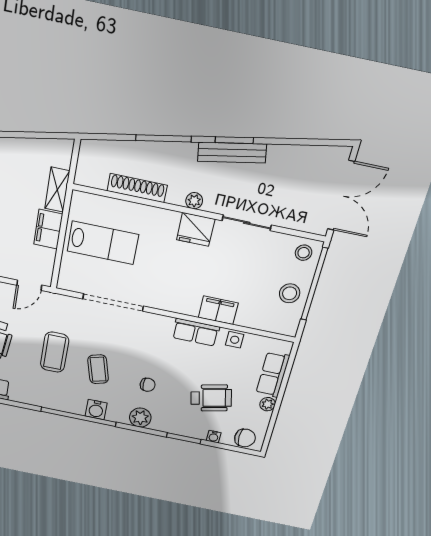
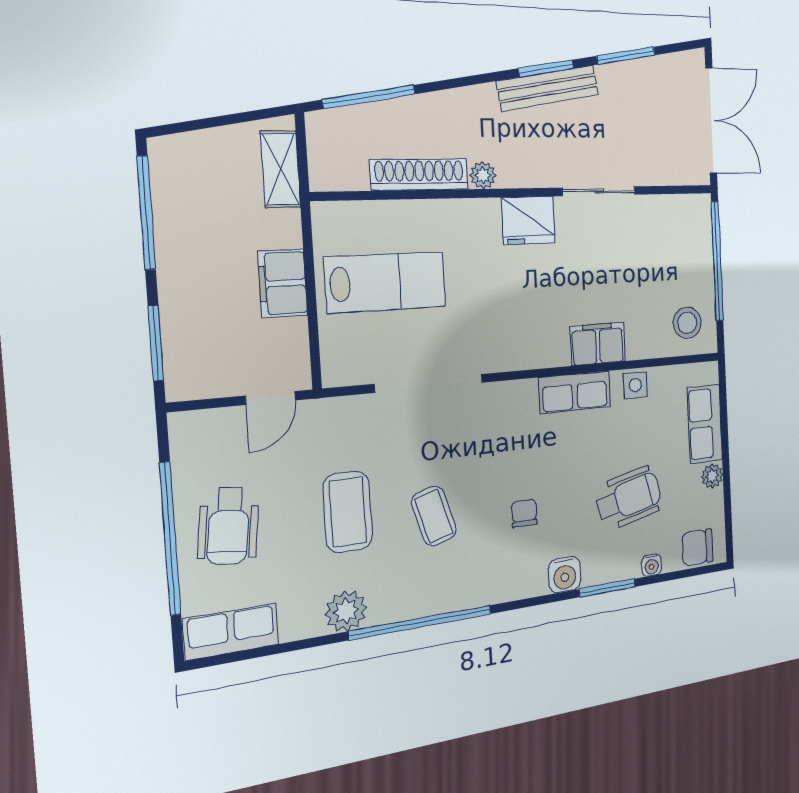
window: (163, 138) -> (369, 97), moved
window: (293, 142) -> (626, 55), added
shelving: (57, 190) -> (281, 169), moved
plant: (194, 201) -> (483, 175), moved
stool: (304, 253) -> (689, 217), removed
stool: (290, 293) -> (687, 323), moved
chair: (148, 385) -> (524, 513), turned -90
water cooler: (96, 410) -> (565, 575), moved
plant: (140, 418) -> (346, 611), moved
chair: (245, 438) -> (697, 547), turned 180

